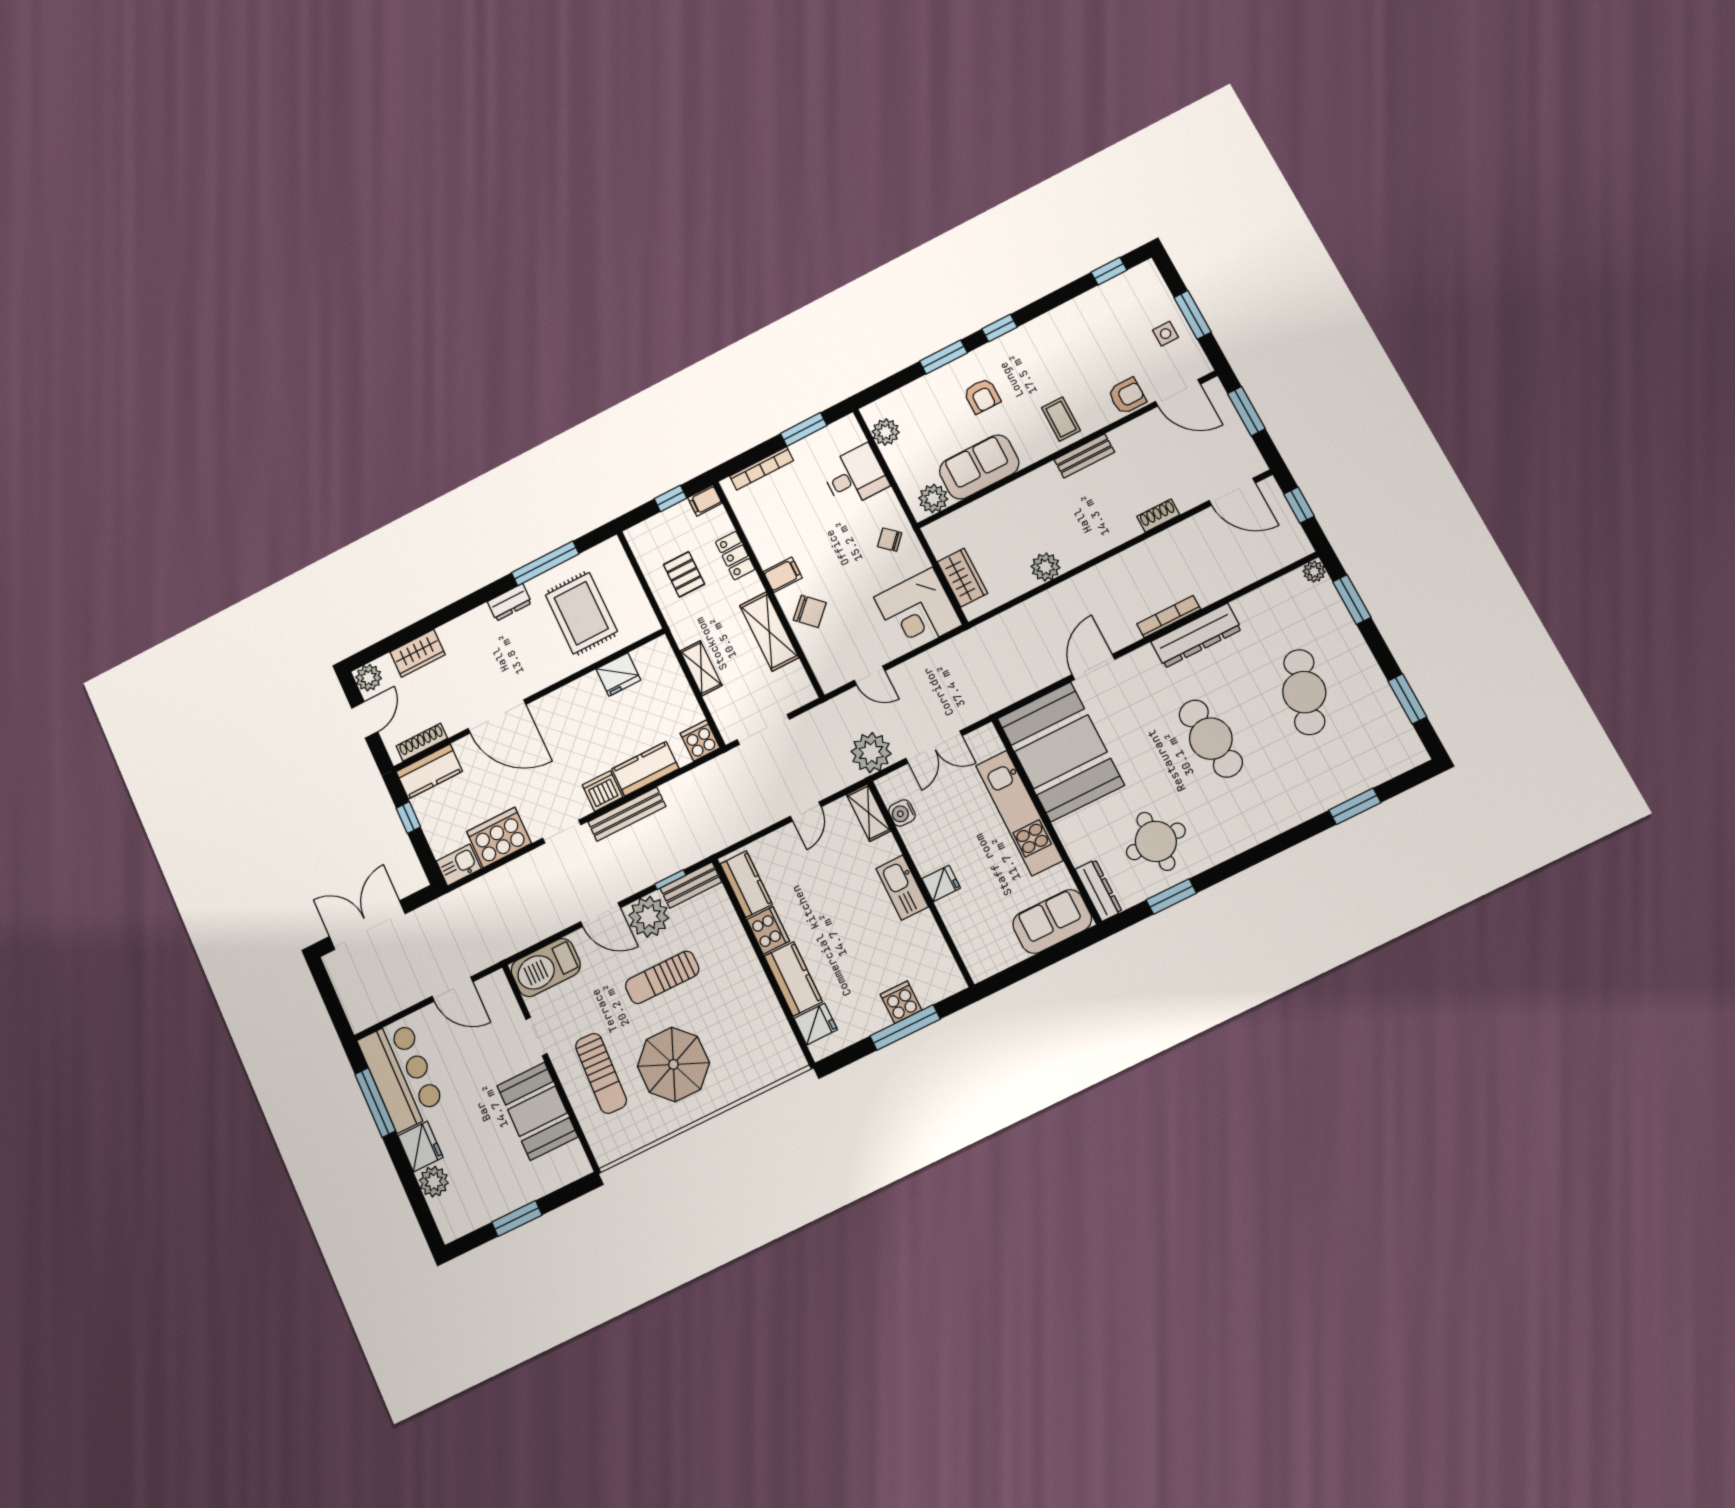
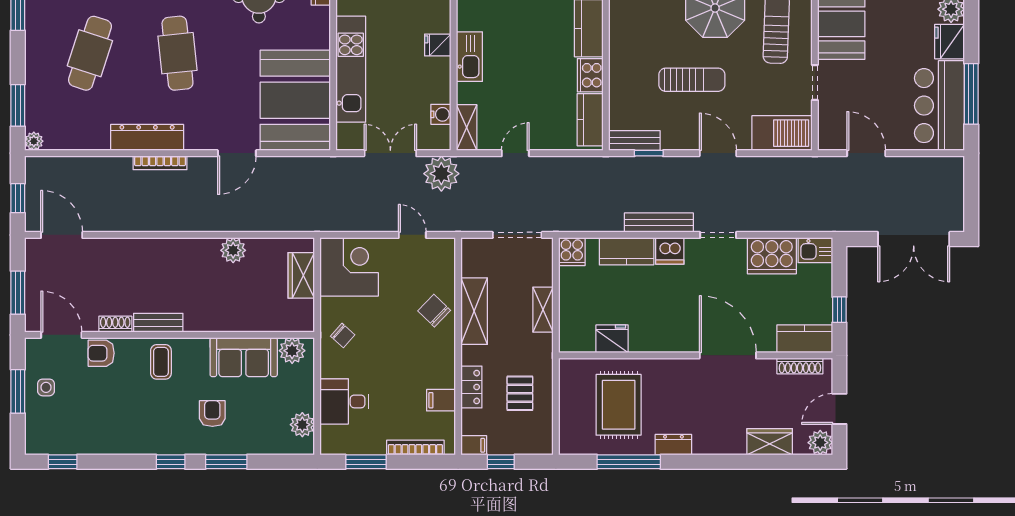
shoe rack: (1158, 516) -> (115, 324), moved, turned 180
filing cabinet: (783, 575) -> (441, 400), moved
plant: (649, 917) -> (680, 132), removed

